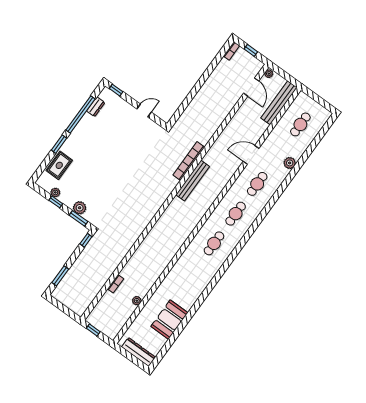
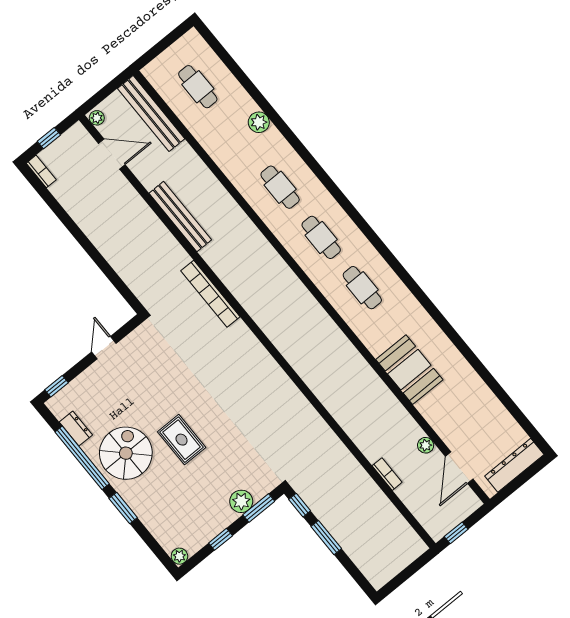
spiral stairs: (89, 138) -> (126, 453), added
door: (251, 155) -> (459, 468), moved
rug: (59, 165) -> (182, 440), moved
bench: (193, 181) -> (180, 217), moved
plant: (55, 192) -> (179, 556), moved
window: (60, 276) -> (326, 538), moved
booth: (169, 320) -> (409, 370), moved

